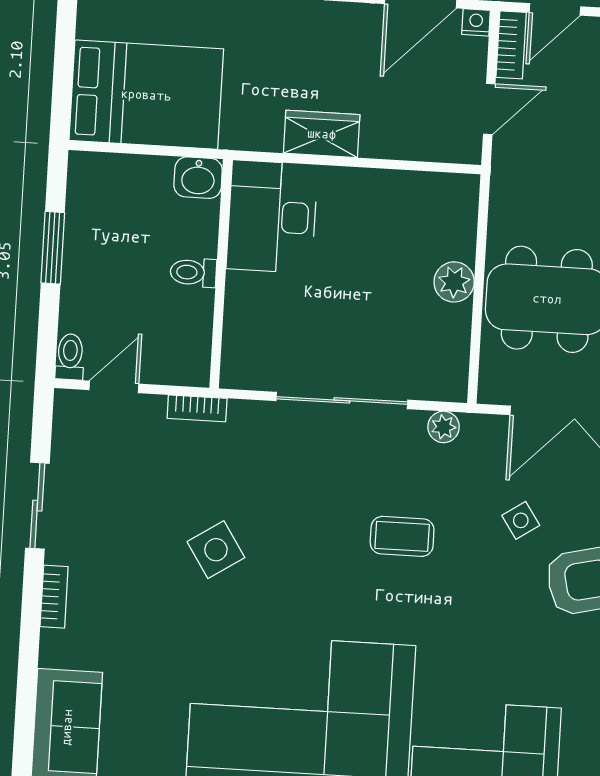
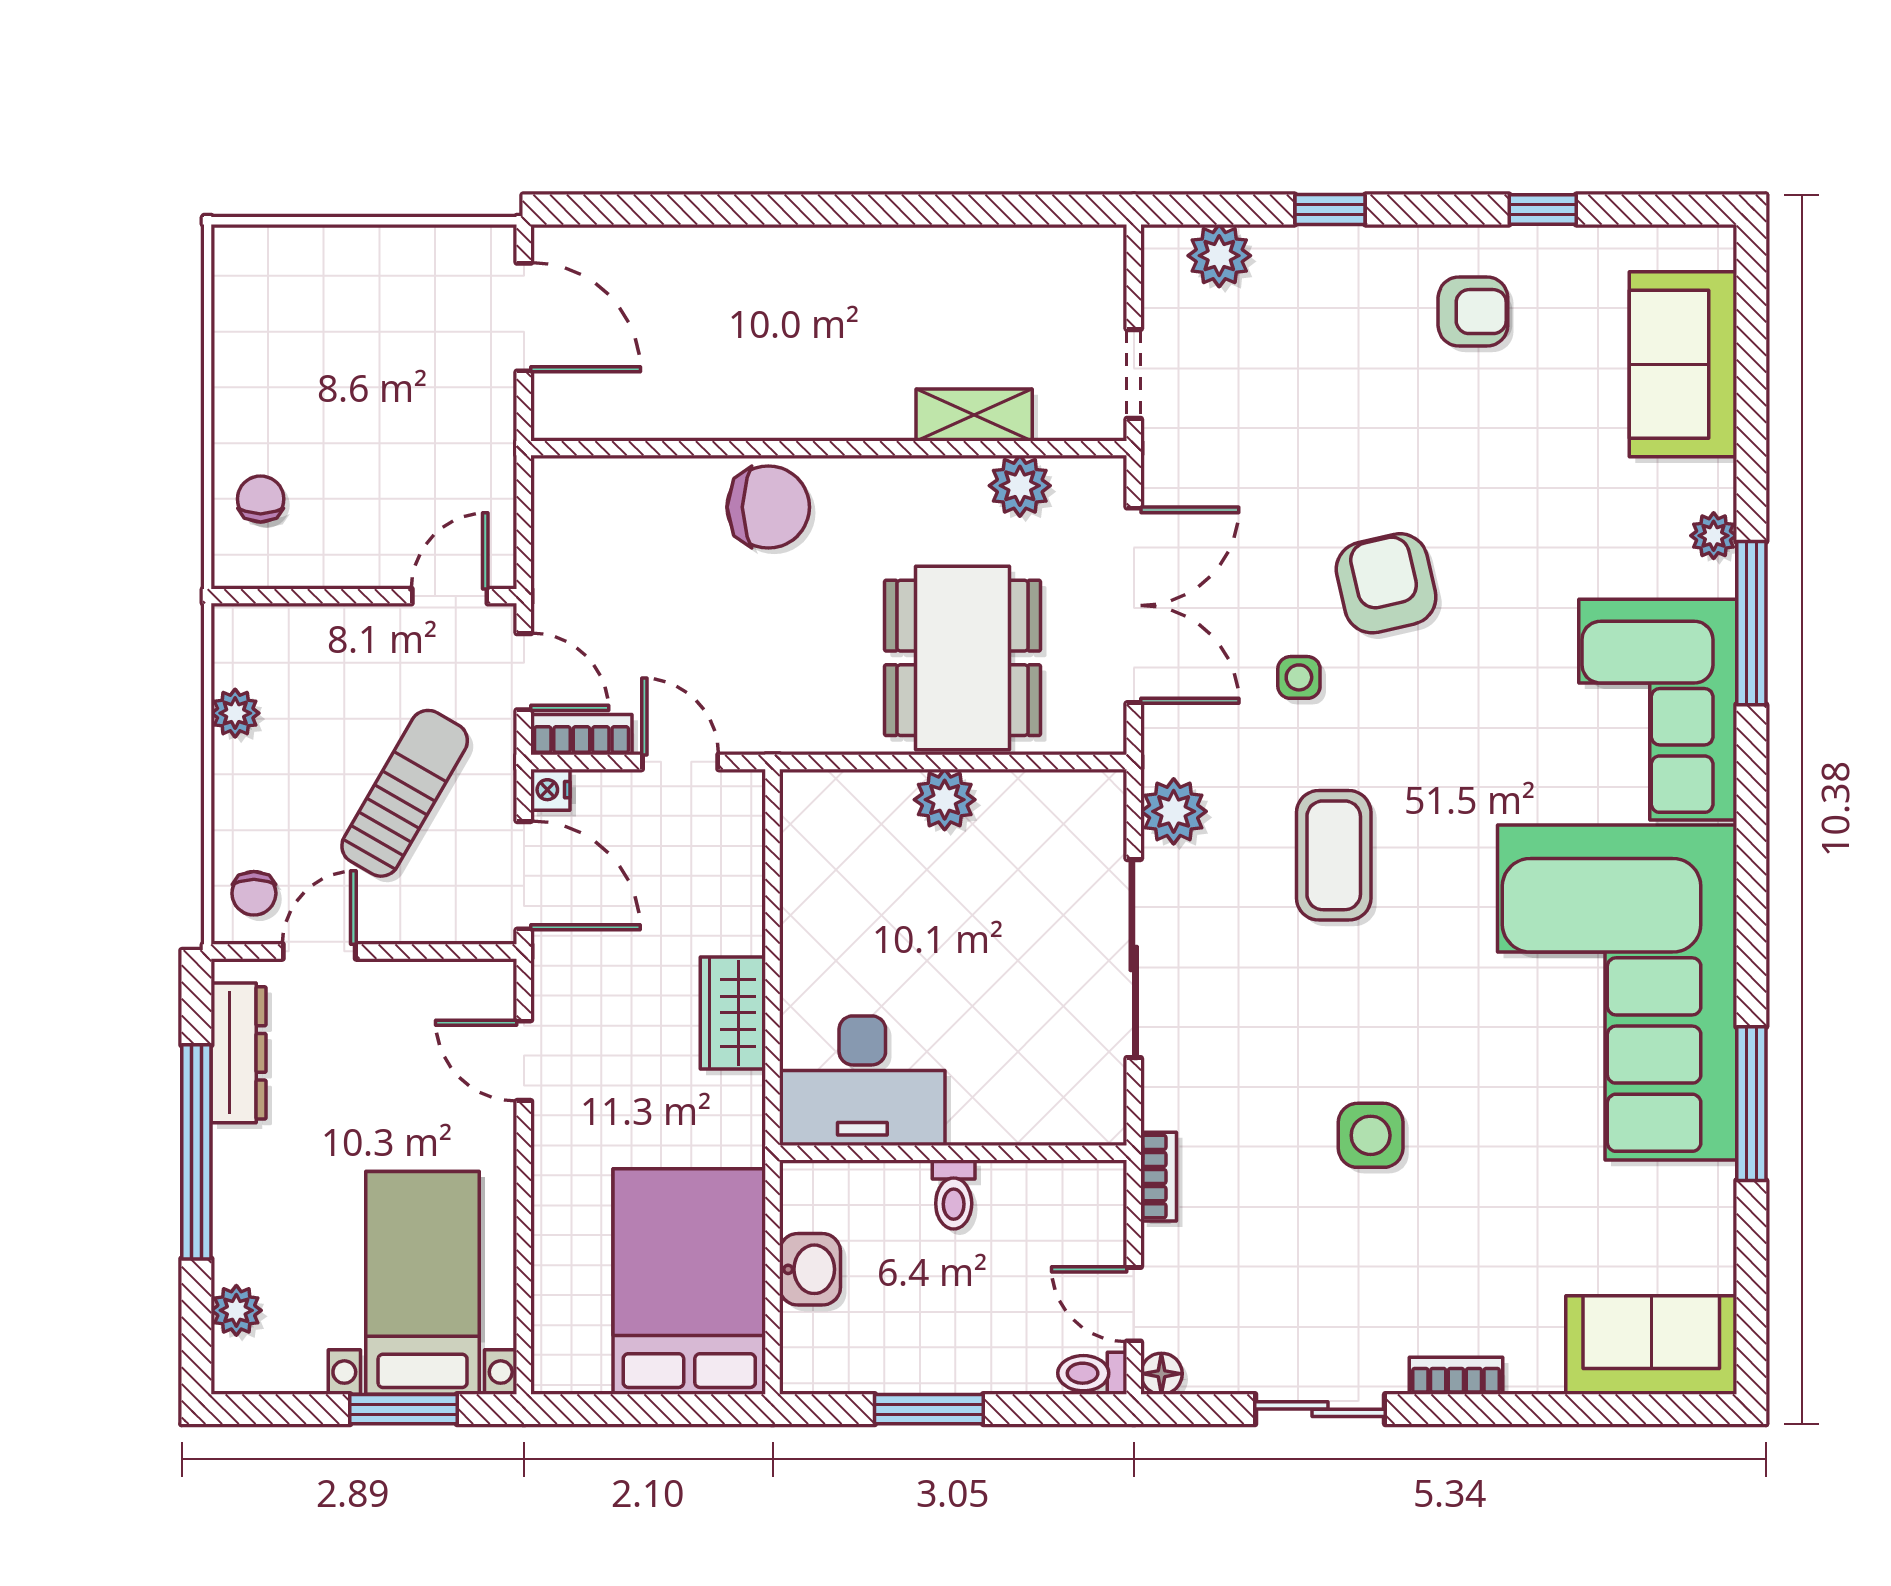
washbasin: (198, 178) -> (810, 1269), moved
floor lamp: (67, 402) -> (1161, 1374), added
plant: (444, 427) -> (1174, 811), width x1.38, depth x1.38
side table: (521, 520) -> (1299, 677), turned 34
coffee table: (402, 536) -> (1334, 855), width x1.36, depth x1.30
side table: (216, 550) -> (1371, 1135), turned 33

